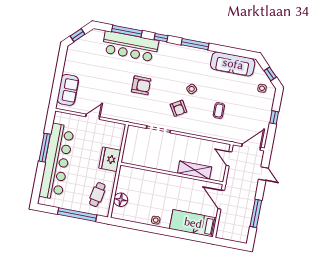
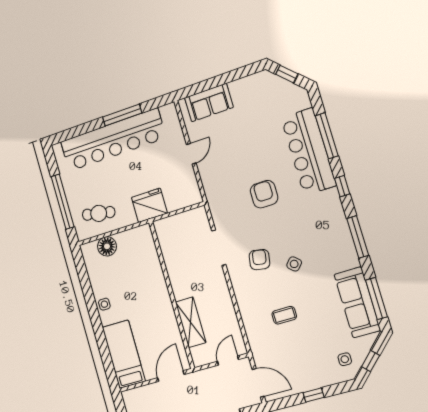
window: (236, 52) -> (376, 298), added
armchair: (141, 85) -> (264, 194), turned 180
armchair: (178, 108) -> (259, 260), turned 131
door: (93, 117) -> (191, 154), hinge flipped

